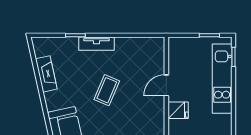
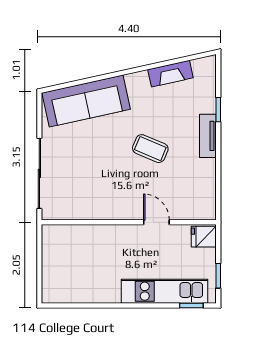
fridge: (178, 110) -> (204, 237), moved, turned 90

